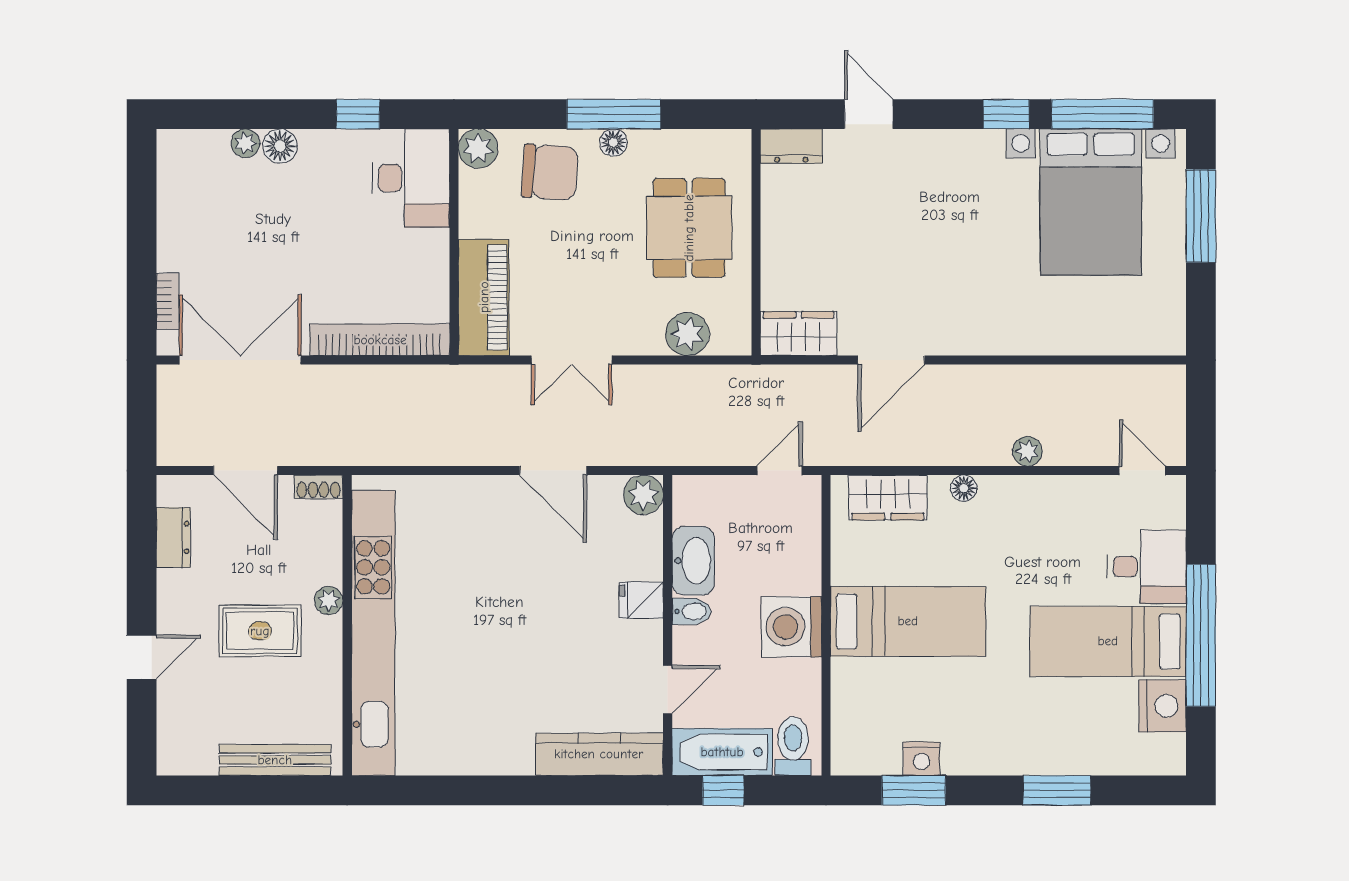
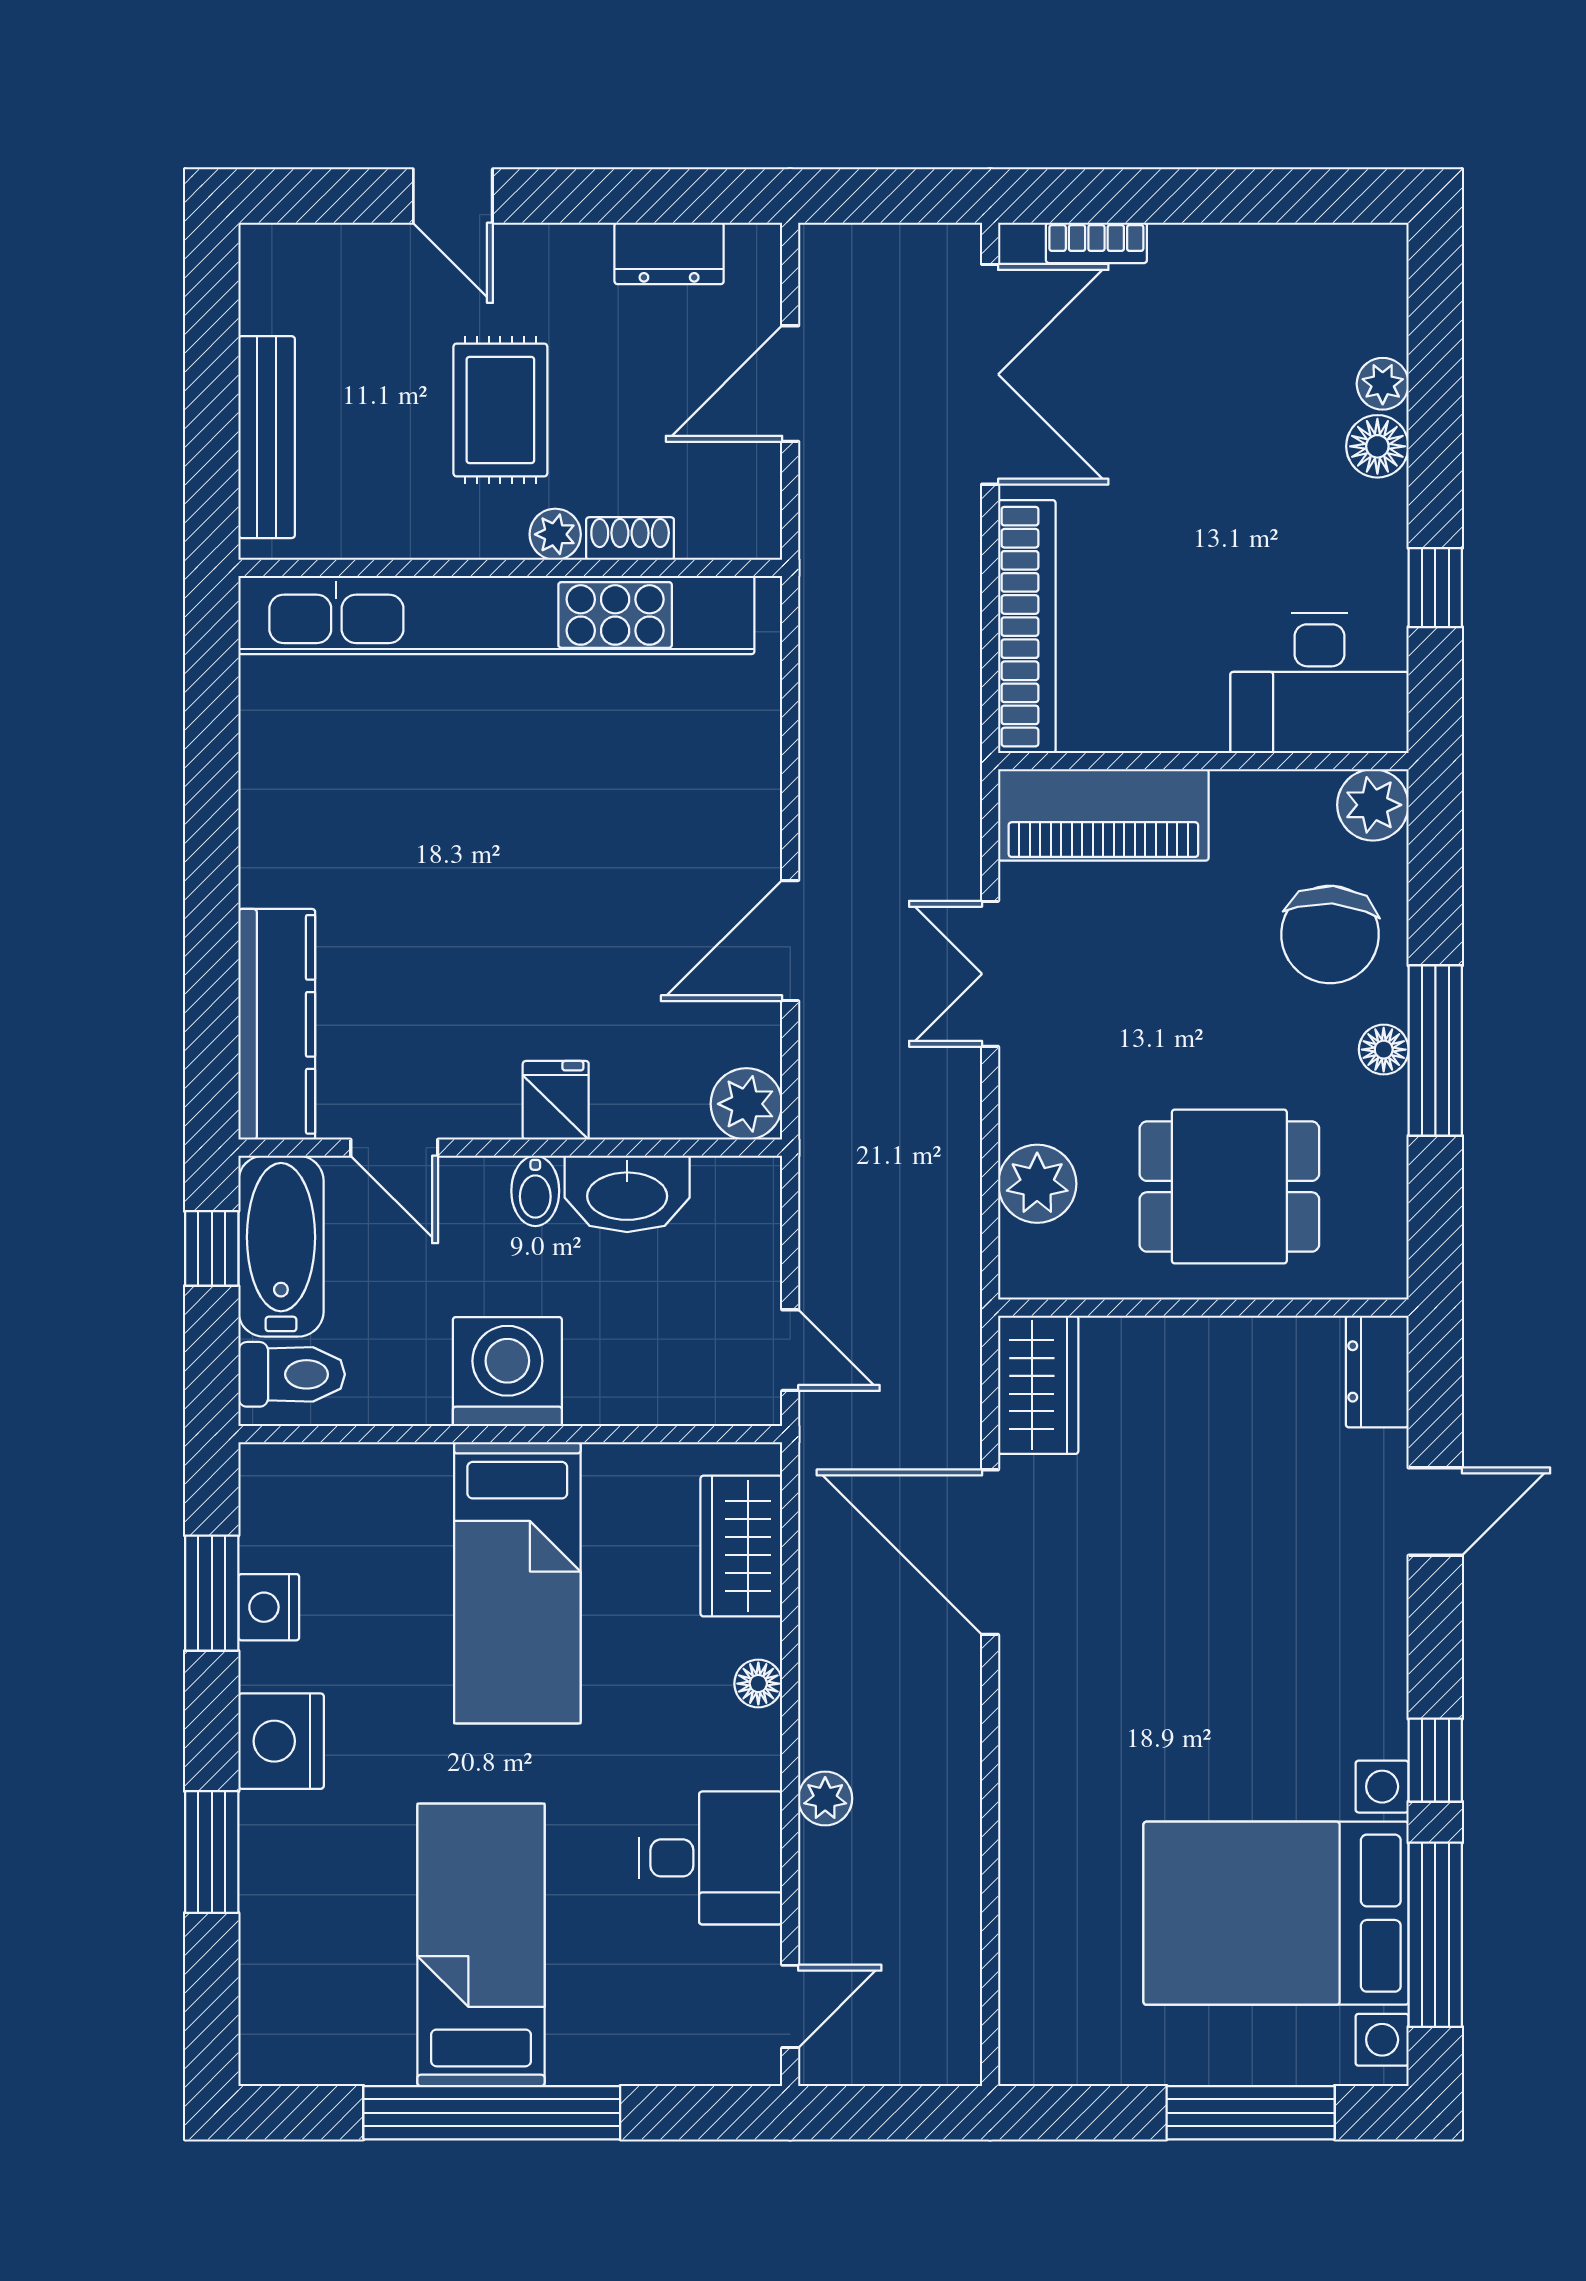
door: (891, 360) -> (990, 1552), width x1.36
shoe rack: (318, 487) -> (630, 539), moved, turned 90
desk: (1147, 567) -> (711, 1858), moved, turned -90
nightstand: (1163, 706) -> (281, 1741), moved, turned 90

